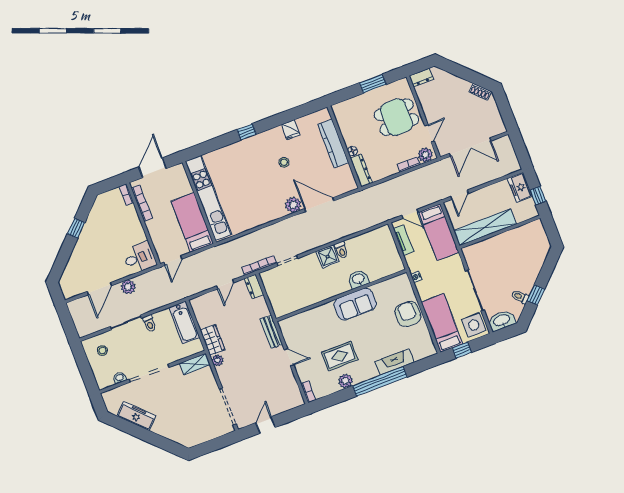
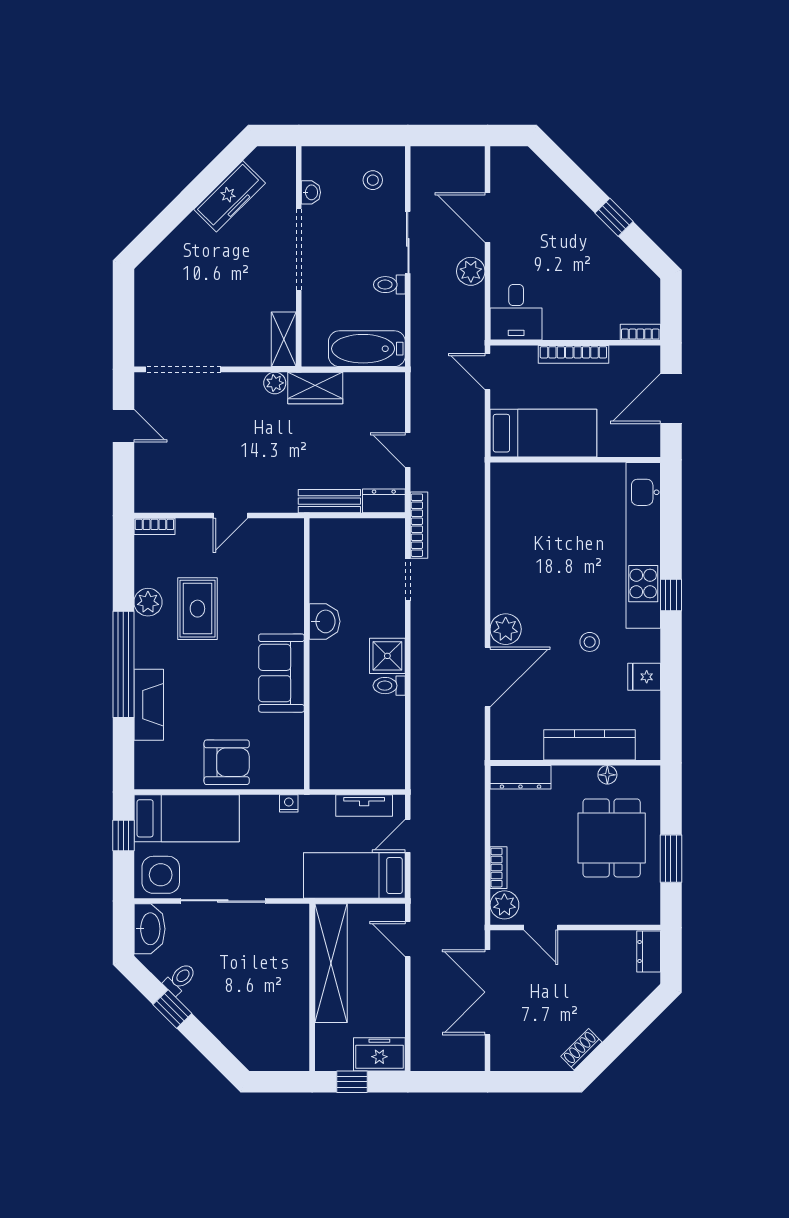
dining table: (397, 117) -> (612, 838), moved
floor lamp: (353, 151) -> (607, 775), moved
door: (153, 168) -> (671, 399), swing flipped
kitchen unit: (208, 198) -> (643, 545), moved, turned 90
bookcase: (142, 203) -> (573, 354), moved
washbasin: (358, 279) -> (325, 621), moved
bench: (271, 332) -> (329, 501), moved

